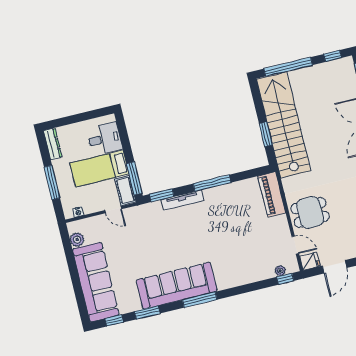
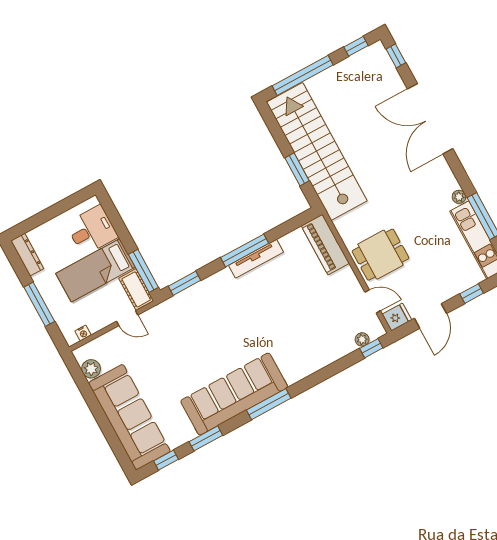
tv unit: (182, 200) -> (256, 259), moved

